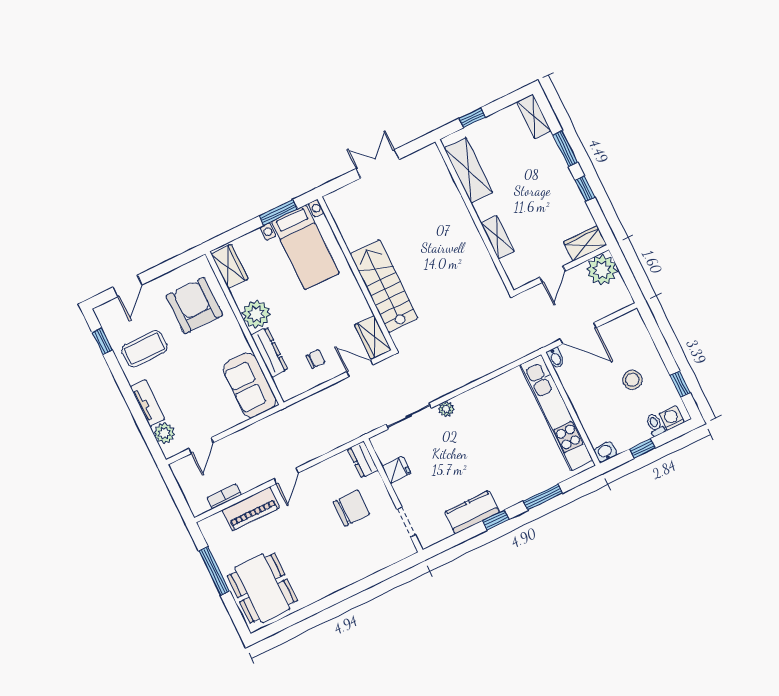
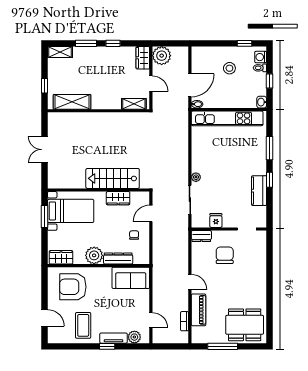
shelving: (497, 237) -> (134, 104), moved
wardrobe: (373, 337) -> (118, 198), moved
window: (102, 341) -> (107, 346), moved

